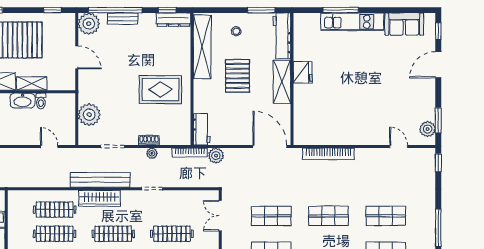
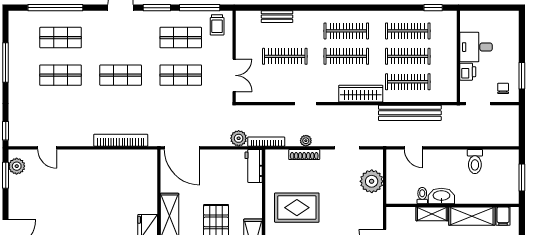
shoe rack: (149, 140) -> (304, 154), width x1.43
bench: (100, 180) -> (410, 113), moved

